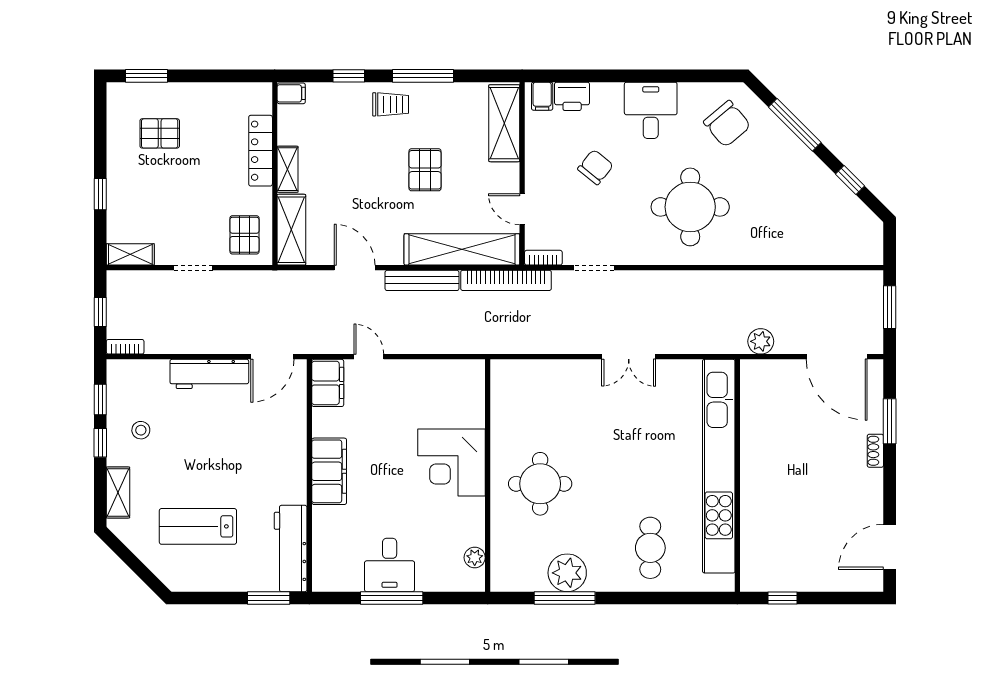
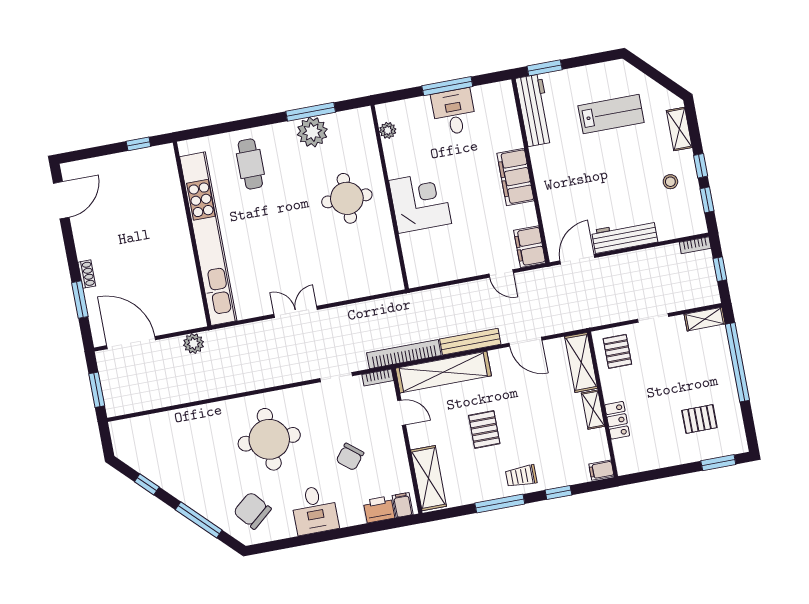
locker: (261, 151) -> (617, 420), width x0.66
window: (100, 194) -> (737, 362), width x3.17

